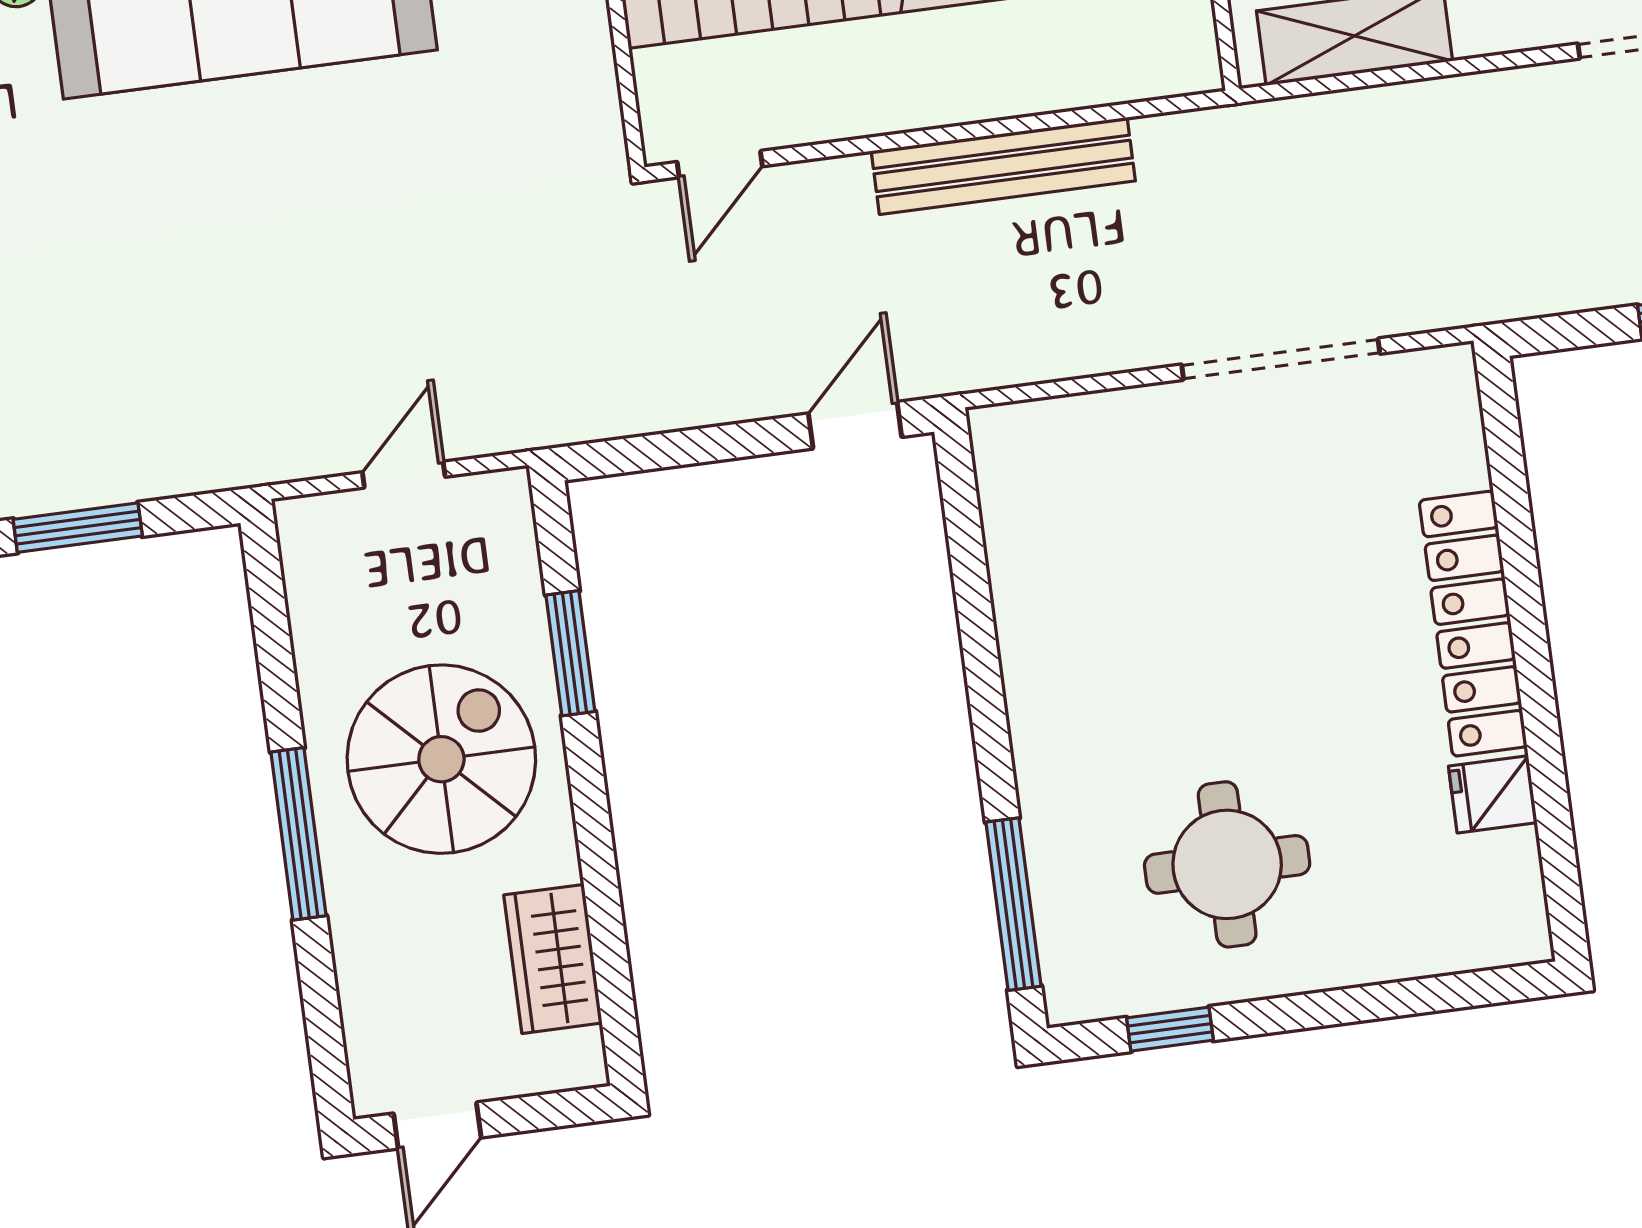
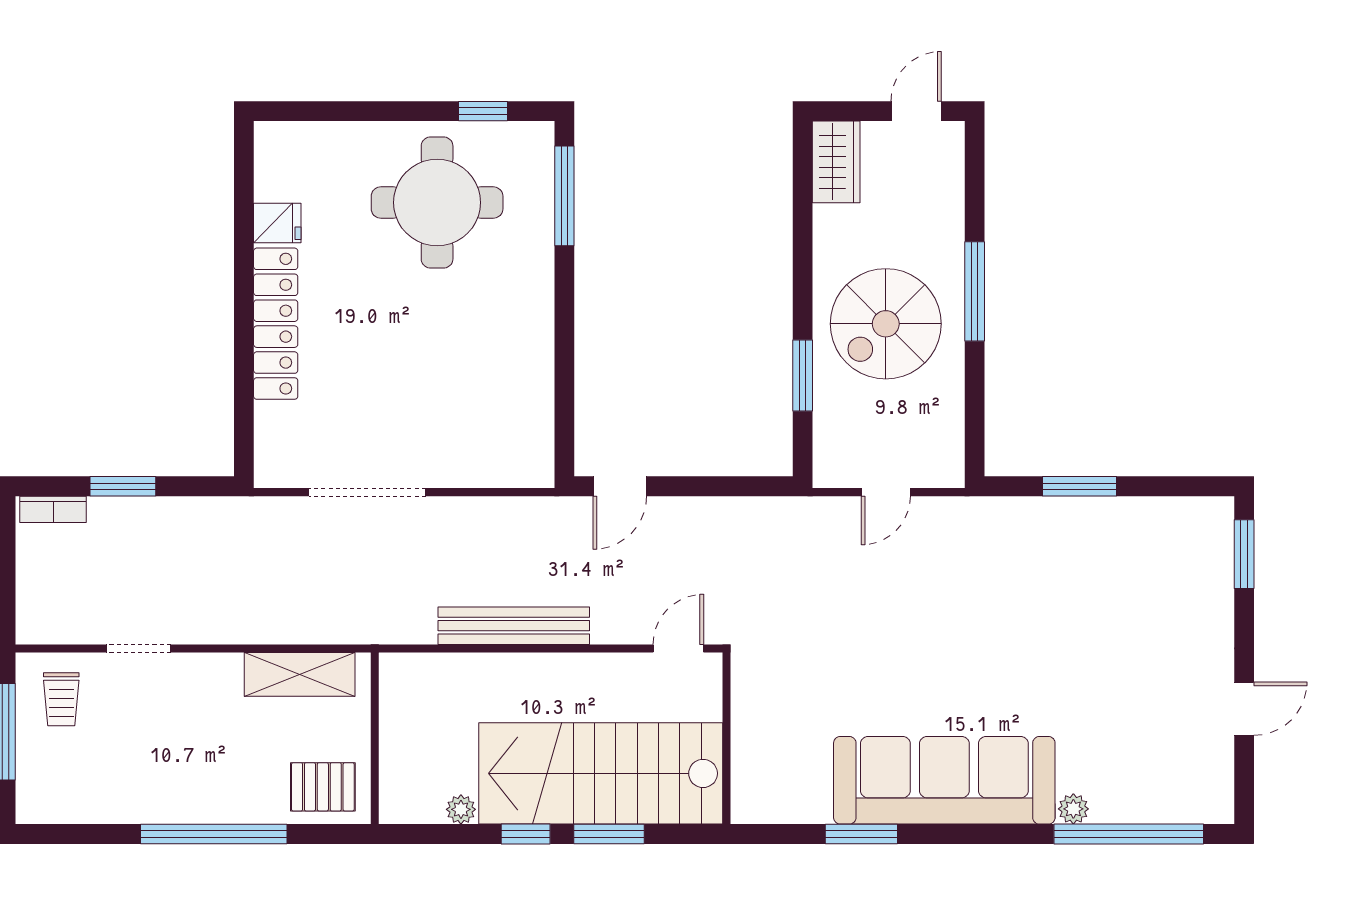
round table: (1227, 864) -> (437, 203), width x1.36, depth x1.36
wardrobe: (553, 959) -> (836, 162), moved

